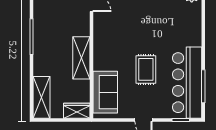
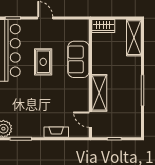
shelving: (81, 58) -> (99, 93), moved
sofa: (105, 92) -> (78, 59), moved

